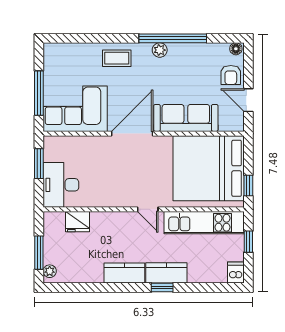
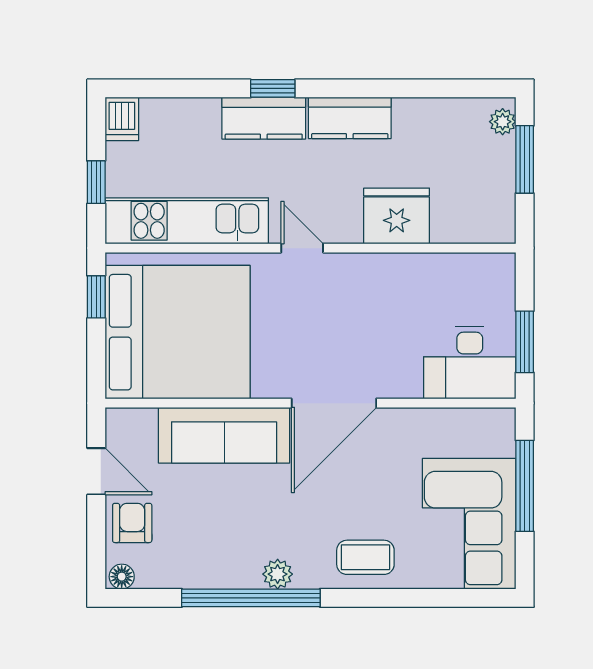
corner sofa: (75, 109) -> (469, 524), moved, turned 90
desk: (61, 185) -> (470, 363), moved, turned 90
fridge: (78, 222) -> (397, 216), moved, width x1.36, depth x1.34

